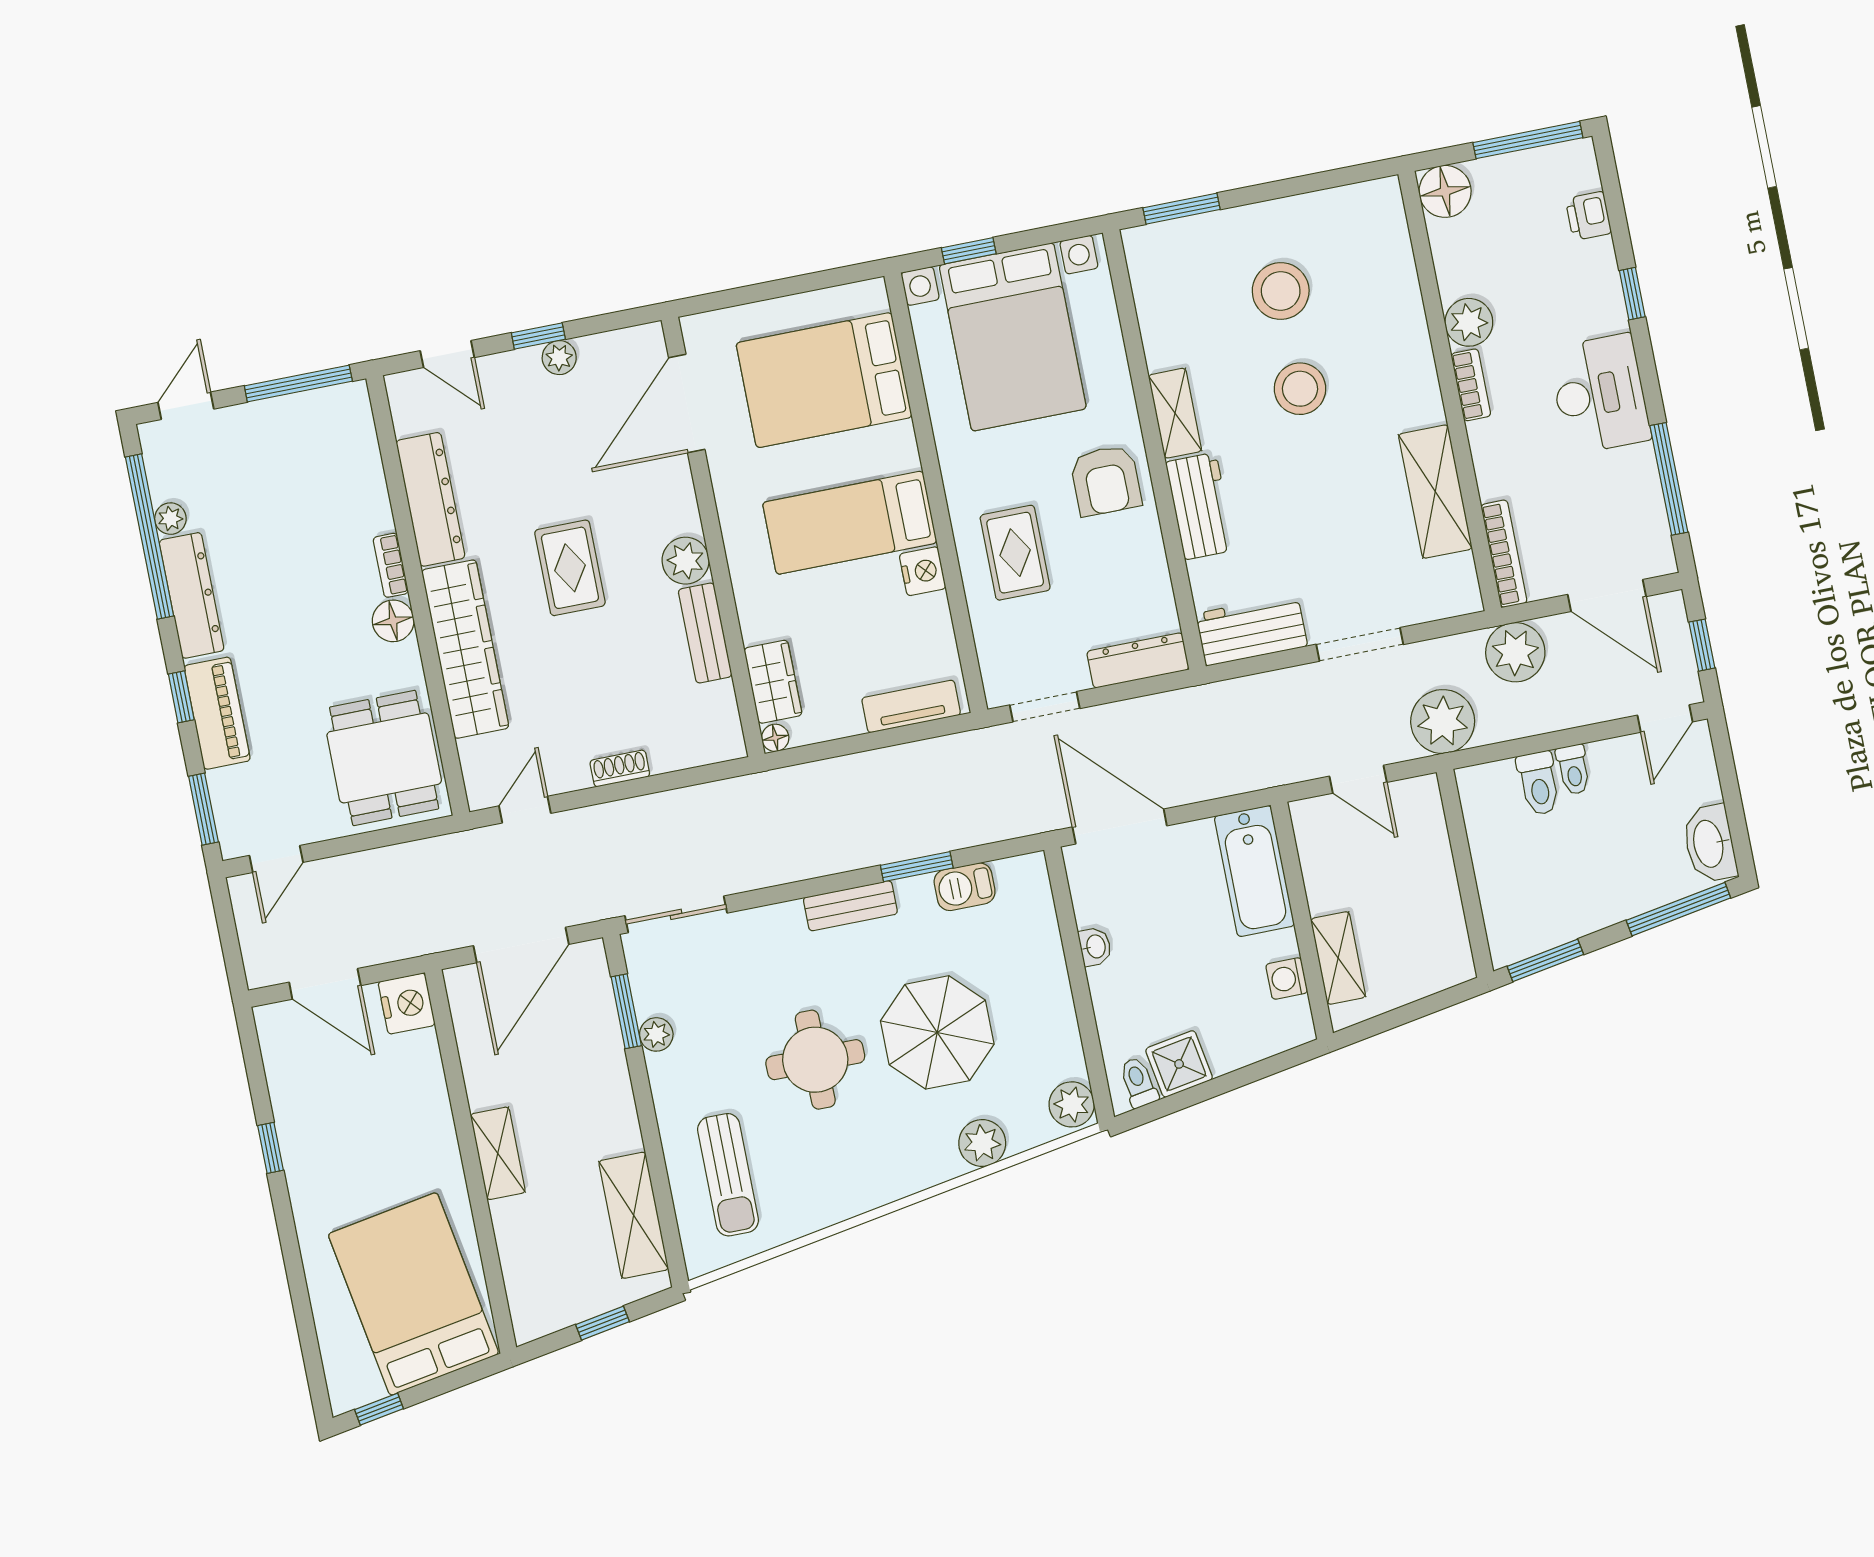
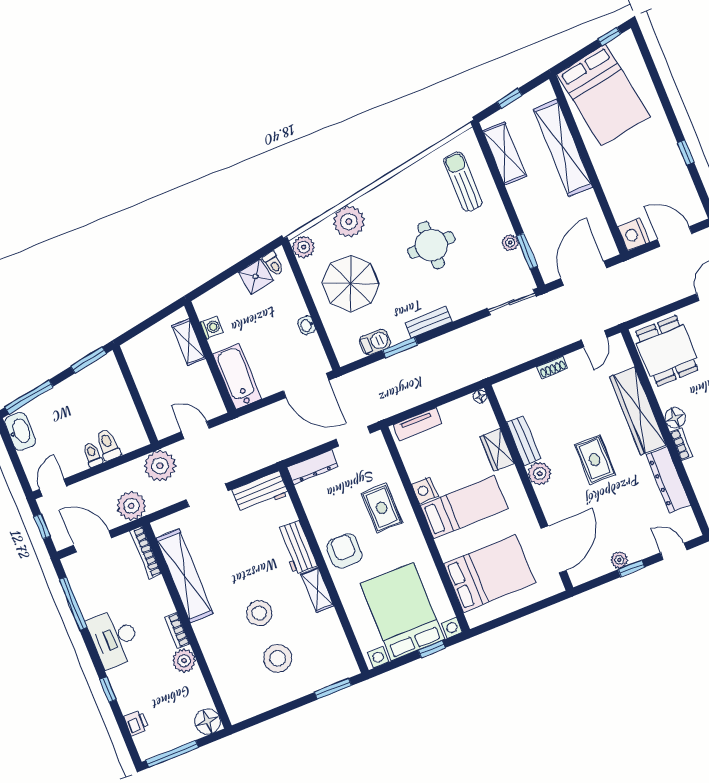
shelving: (1435, 492) -> (185, 576), width x1.47
wardrobe: (773, 682) -> (497, 450), moved
parasol: (937, 1032) -> (351, 283), moved
plant: (982, 1143) -> (349, 222), width x1.36, depth x1.36
shelving: (498, 1153) -> (563, 148), width x2.20, depth x1.33

